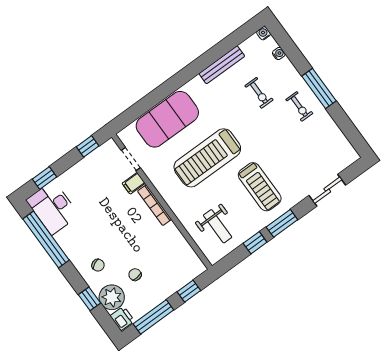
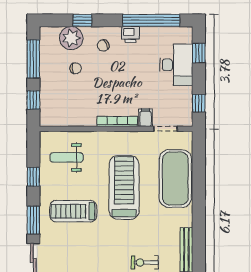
desk: (53, 208) -> (176, 65), moved, turned 90
window: (282, 223) -> (33, 220), moved
printer: (122, 318) -> (130, 34), moved

